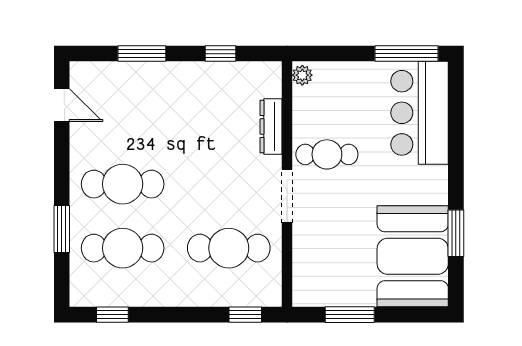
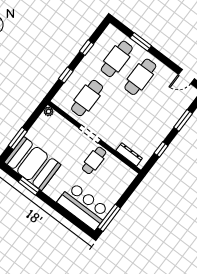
plant: (302, 75) -> (49, 111), moved
dresser: (271, 127) -> (129, 154), moved
window: (112, 315) -> (87, 48), moved
window: (245, 315) -> (66, 75), moved
window: (350, 315) -> (18, 138), moved

